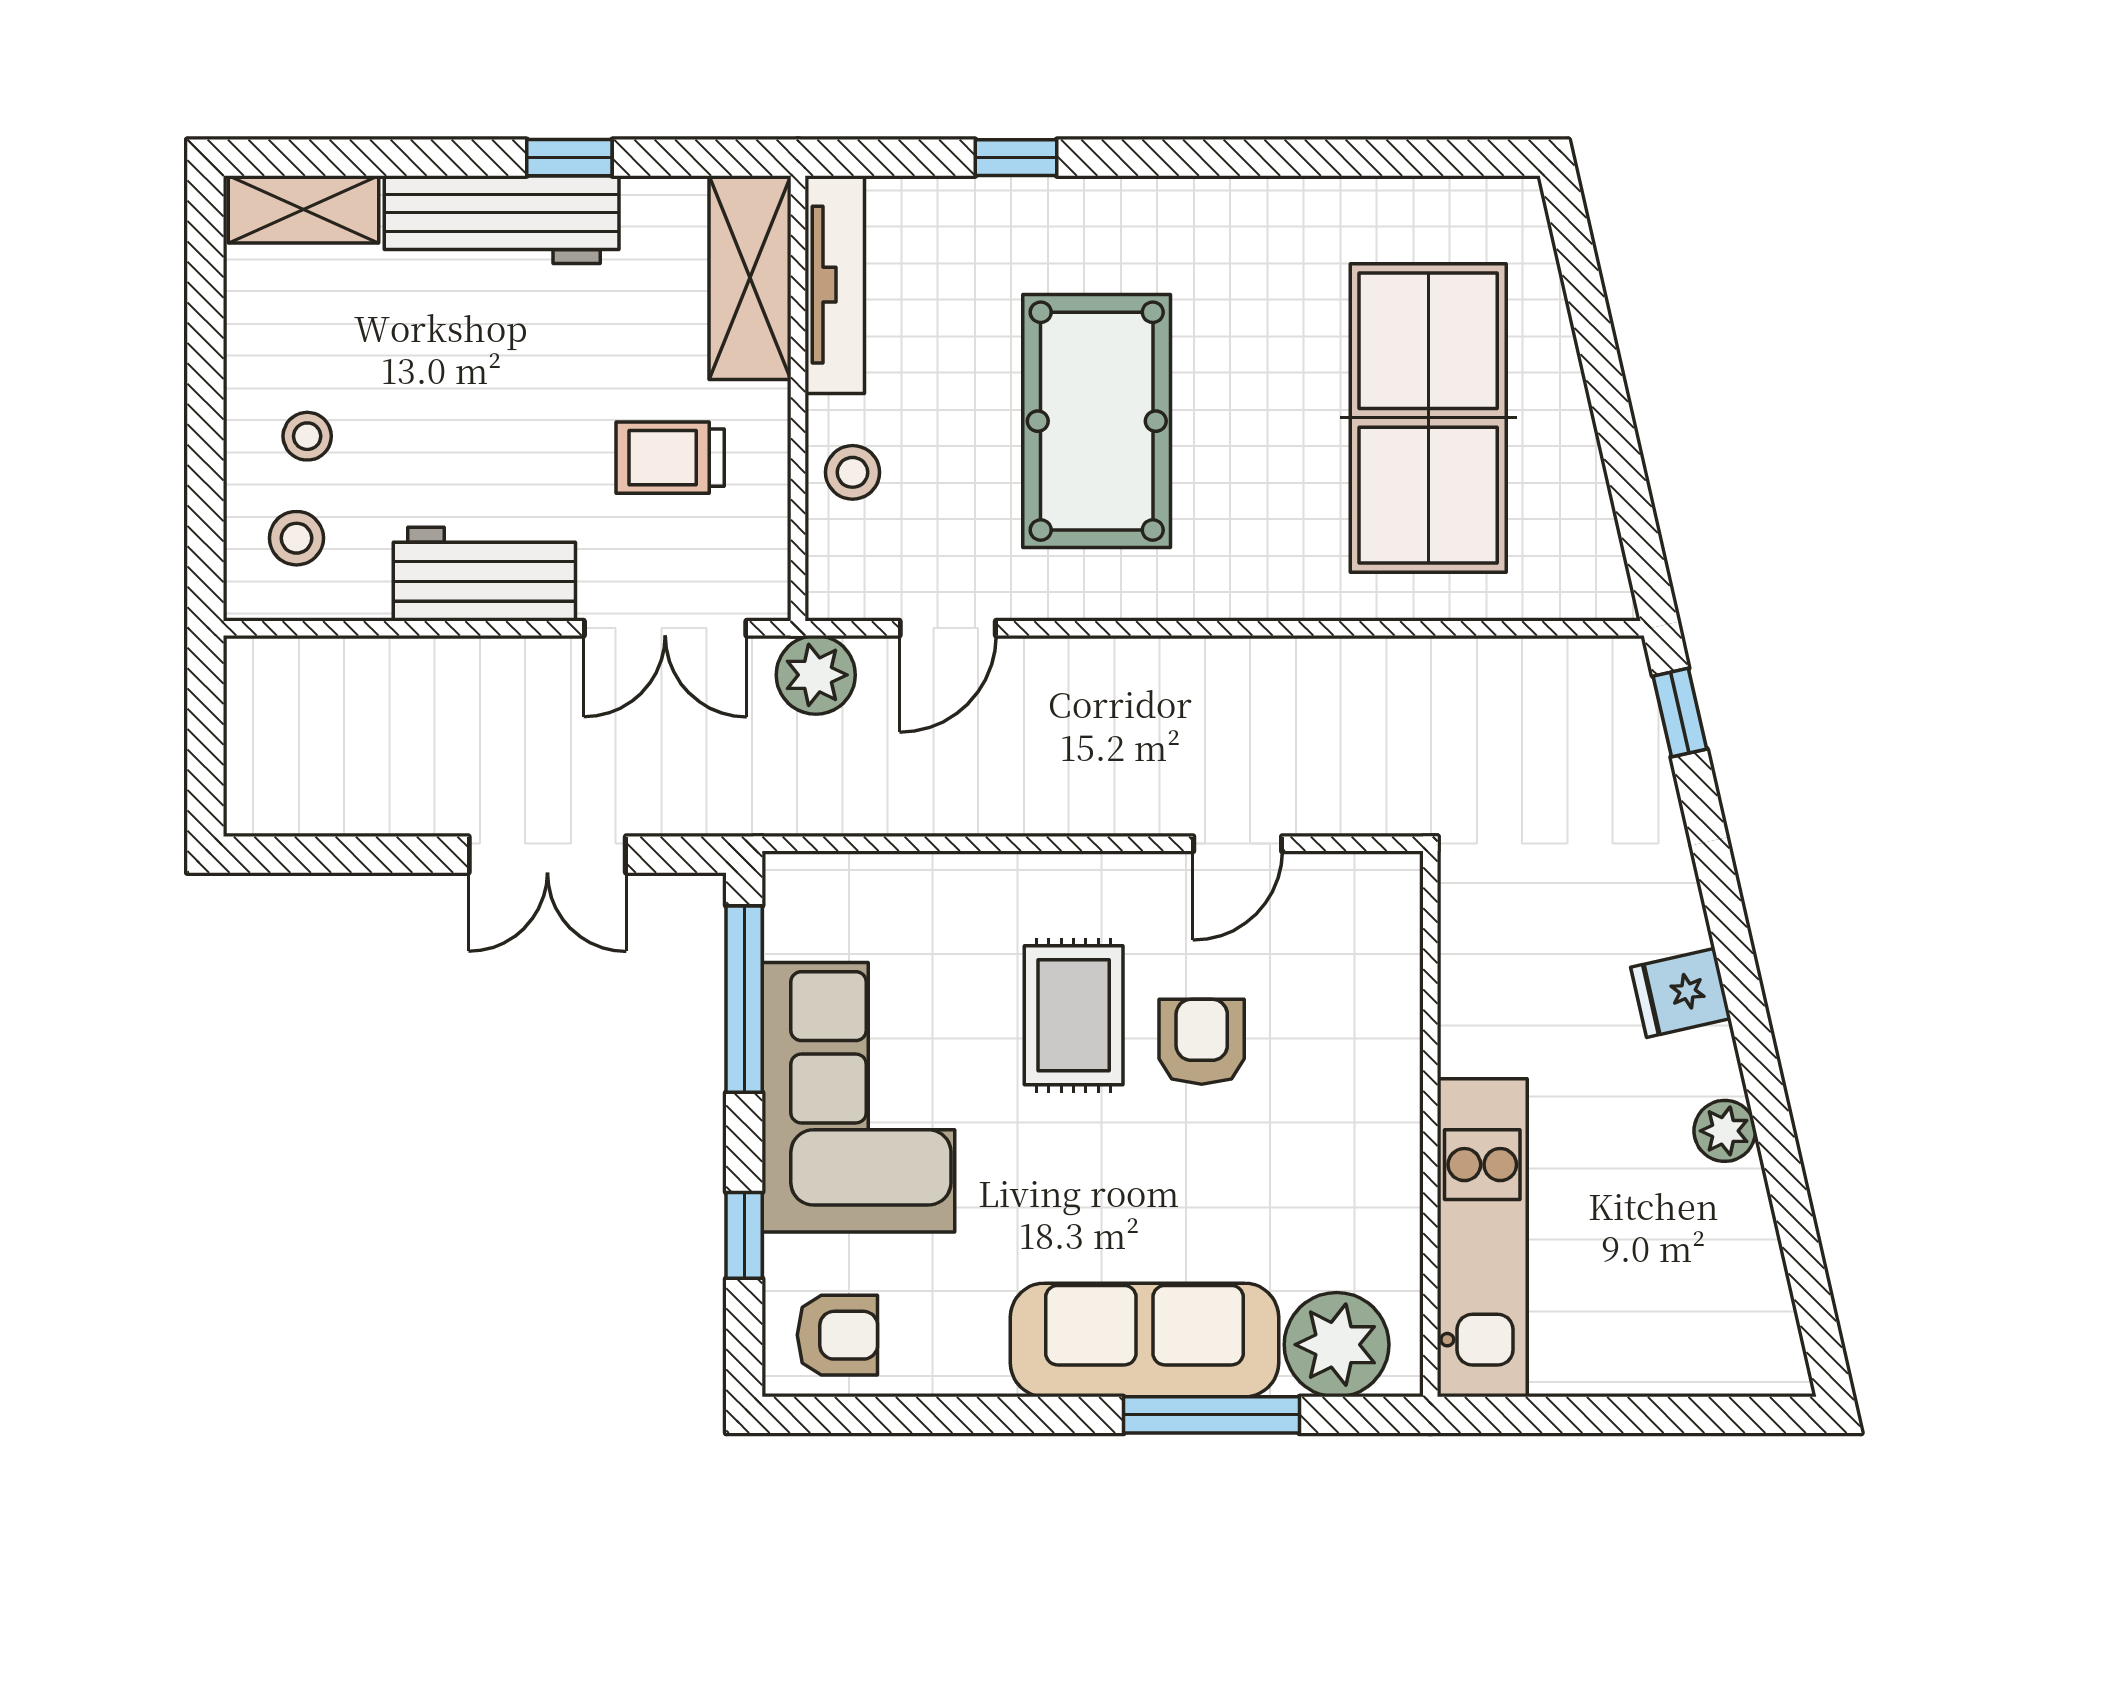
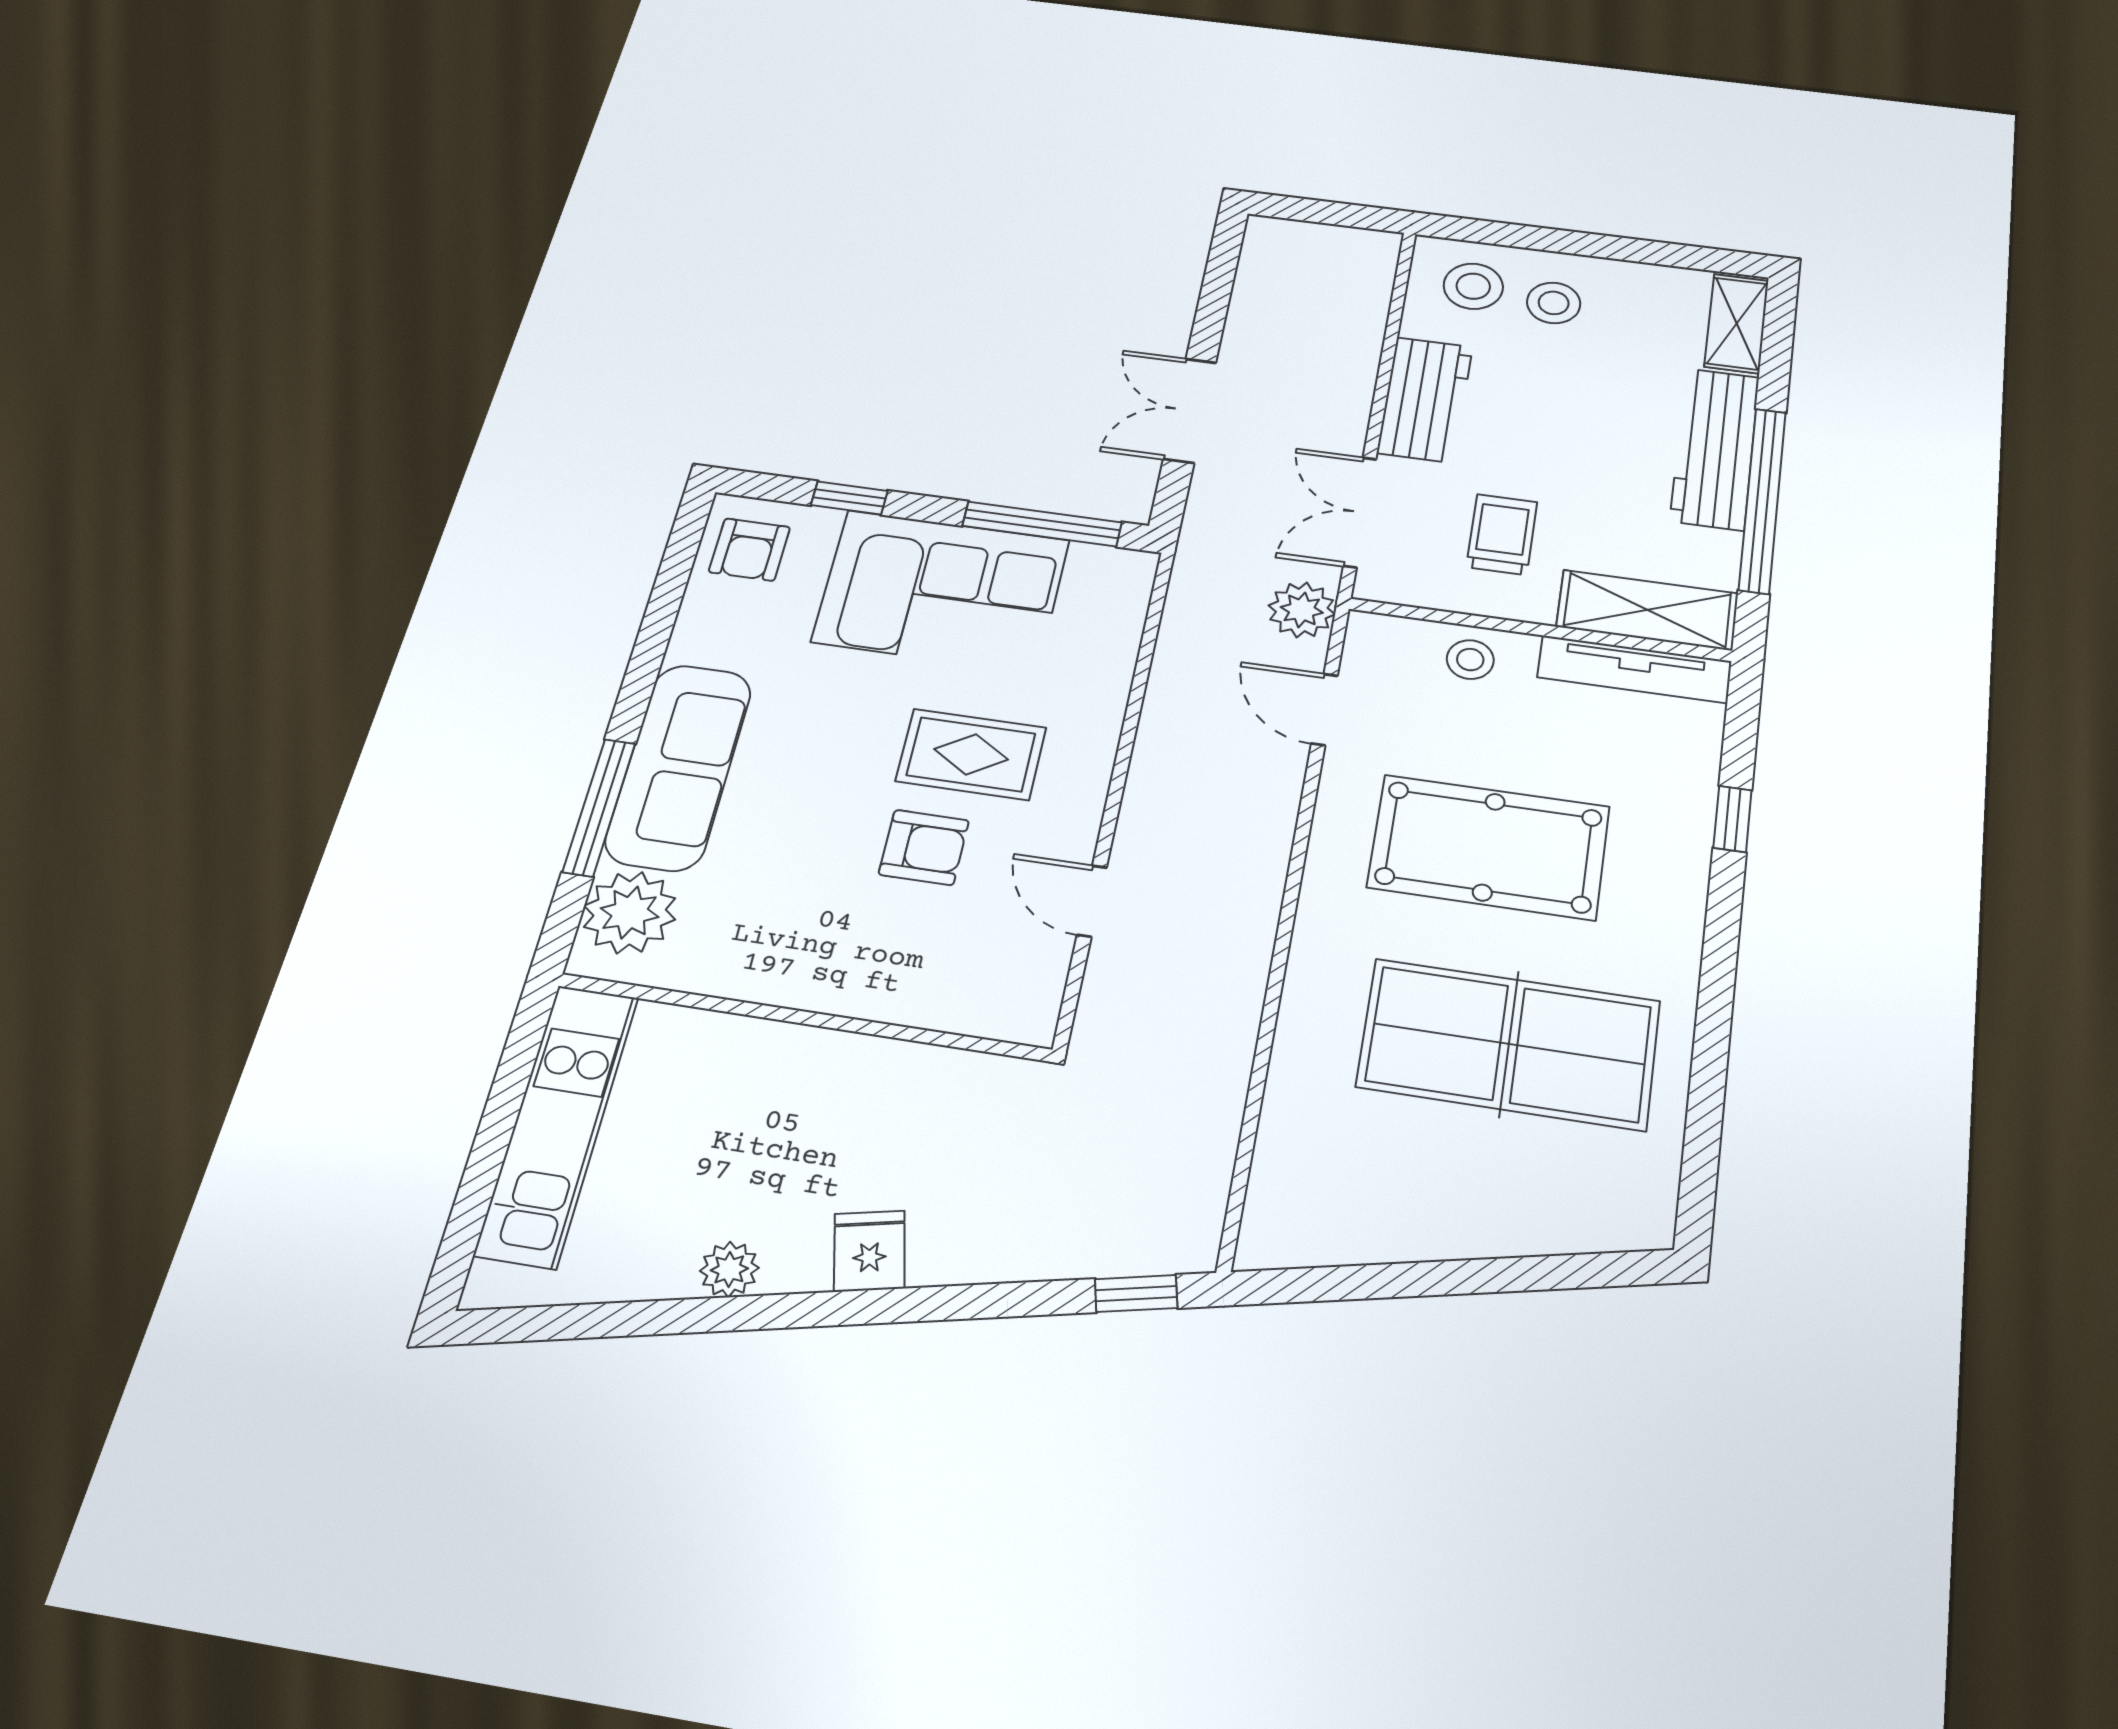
window: (569, 158) -> (1762, 500), width x3.17
table tennis table: (1428, 418) -> (1509, 1044), moved
stool: (307, 436) -> (1554, 303), width x1.37, depth x1.37
stool: (296, 538) -> (1473, 286), width x1.37, depth x1.37
kitchen unit: (1482, 1238) -> (557, 1124), moved, turned -90

